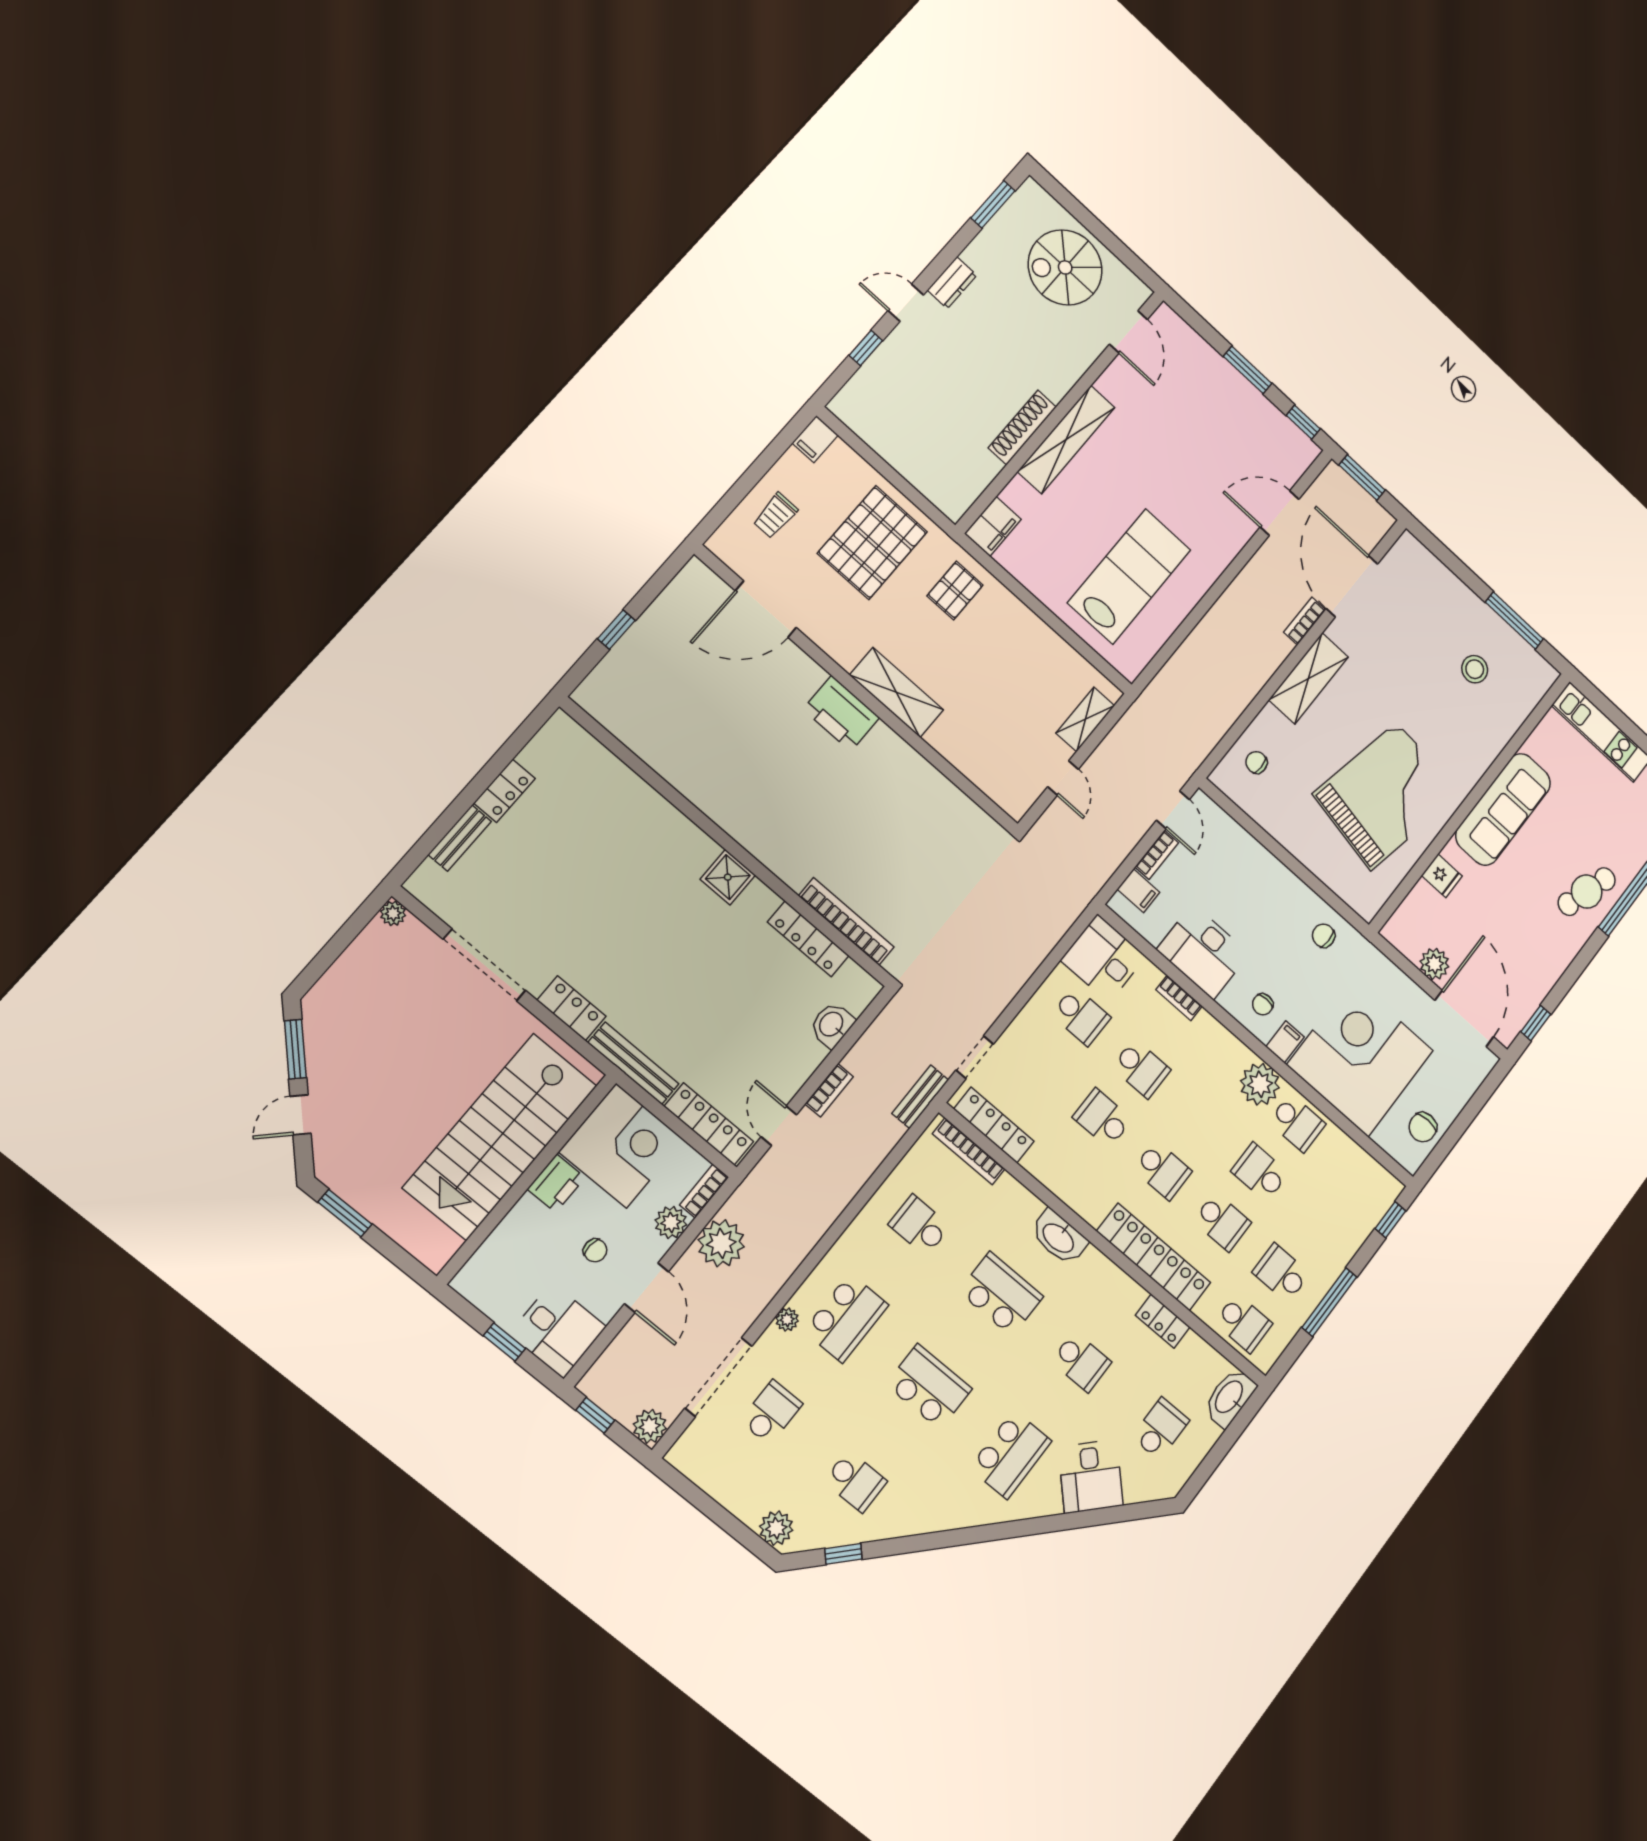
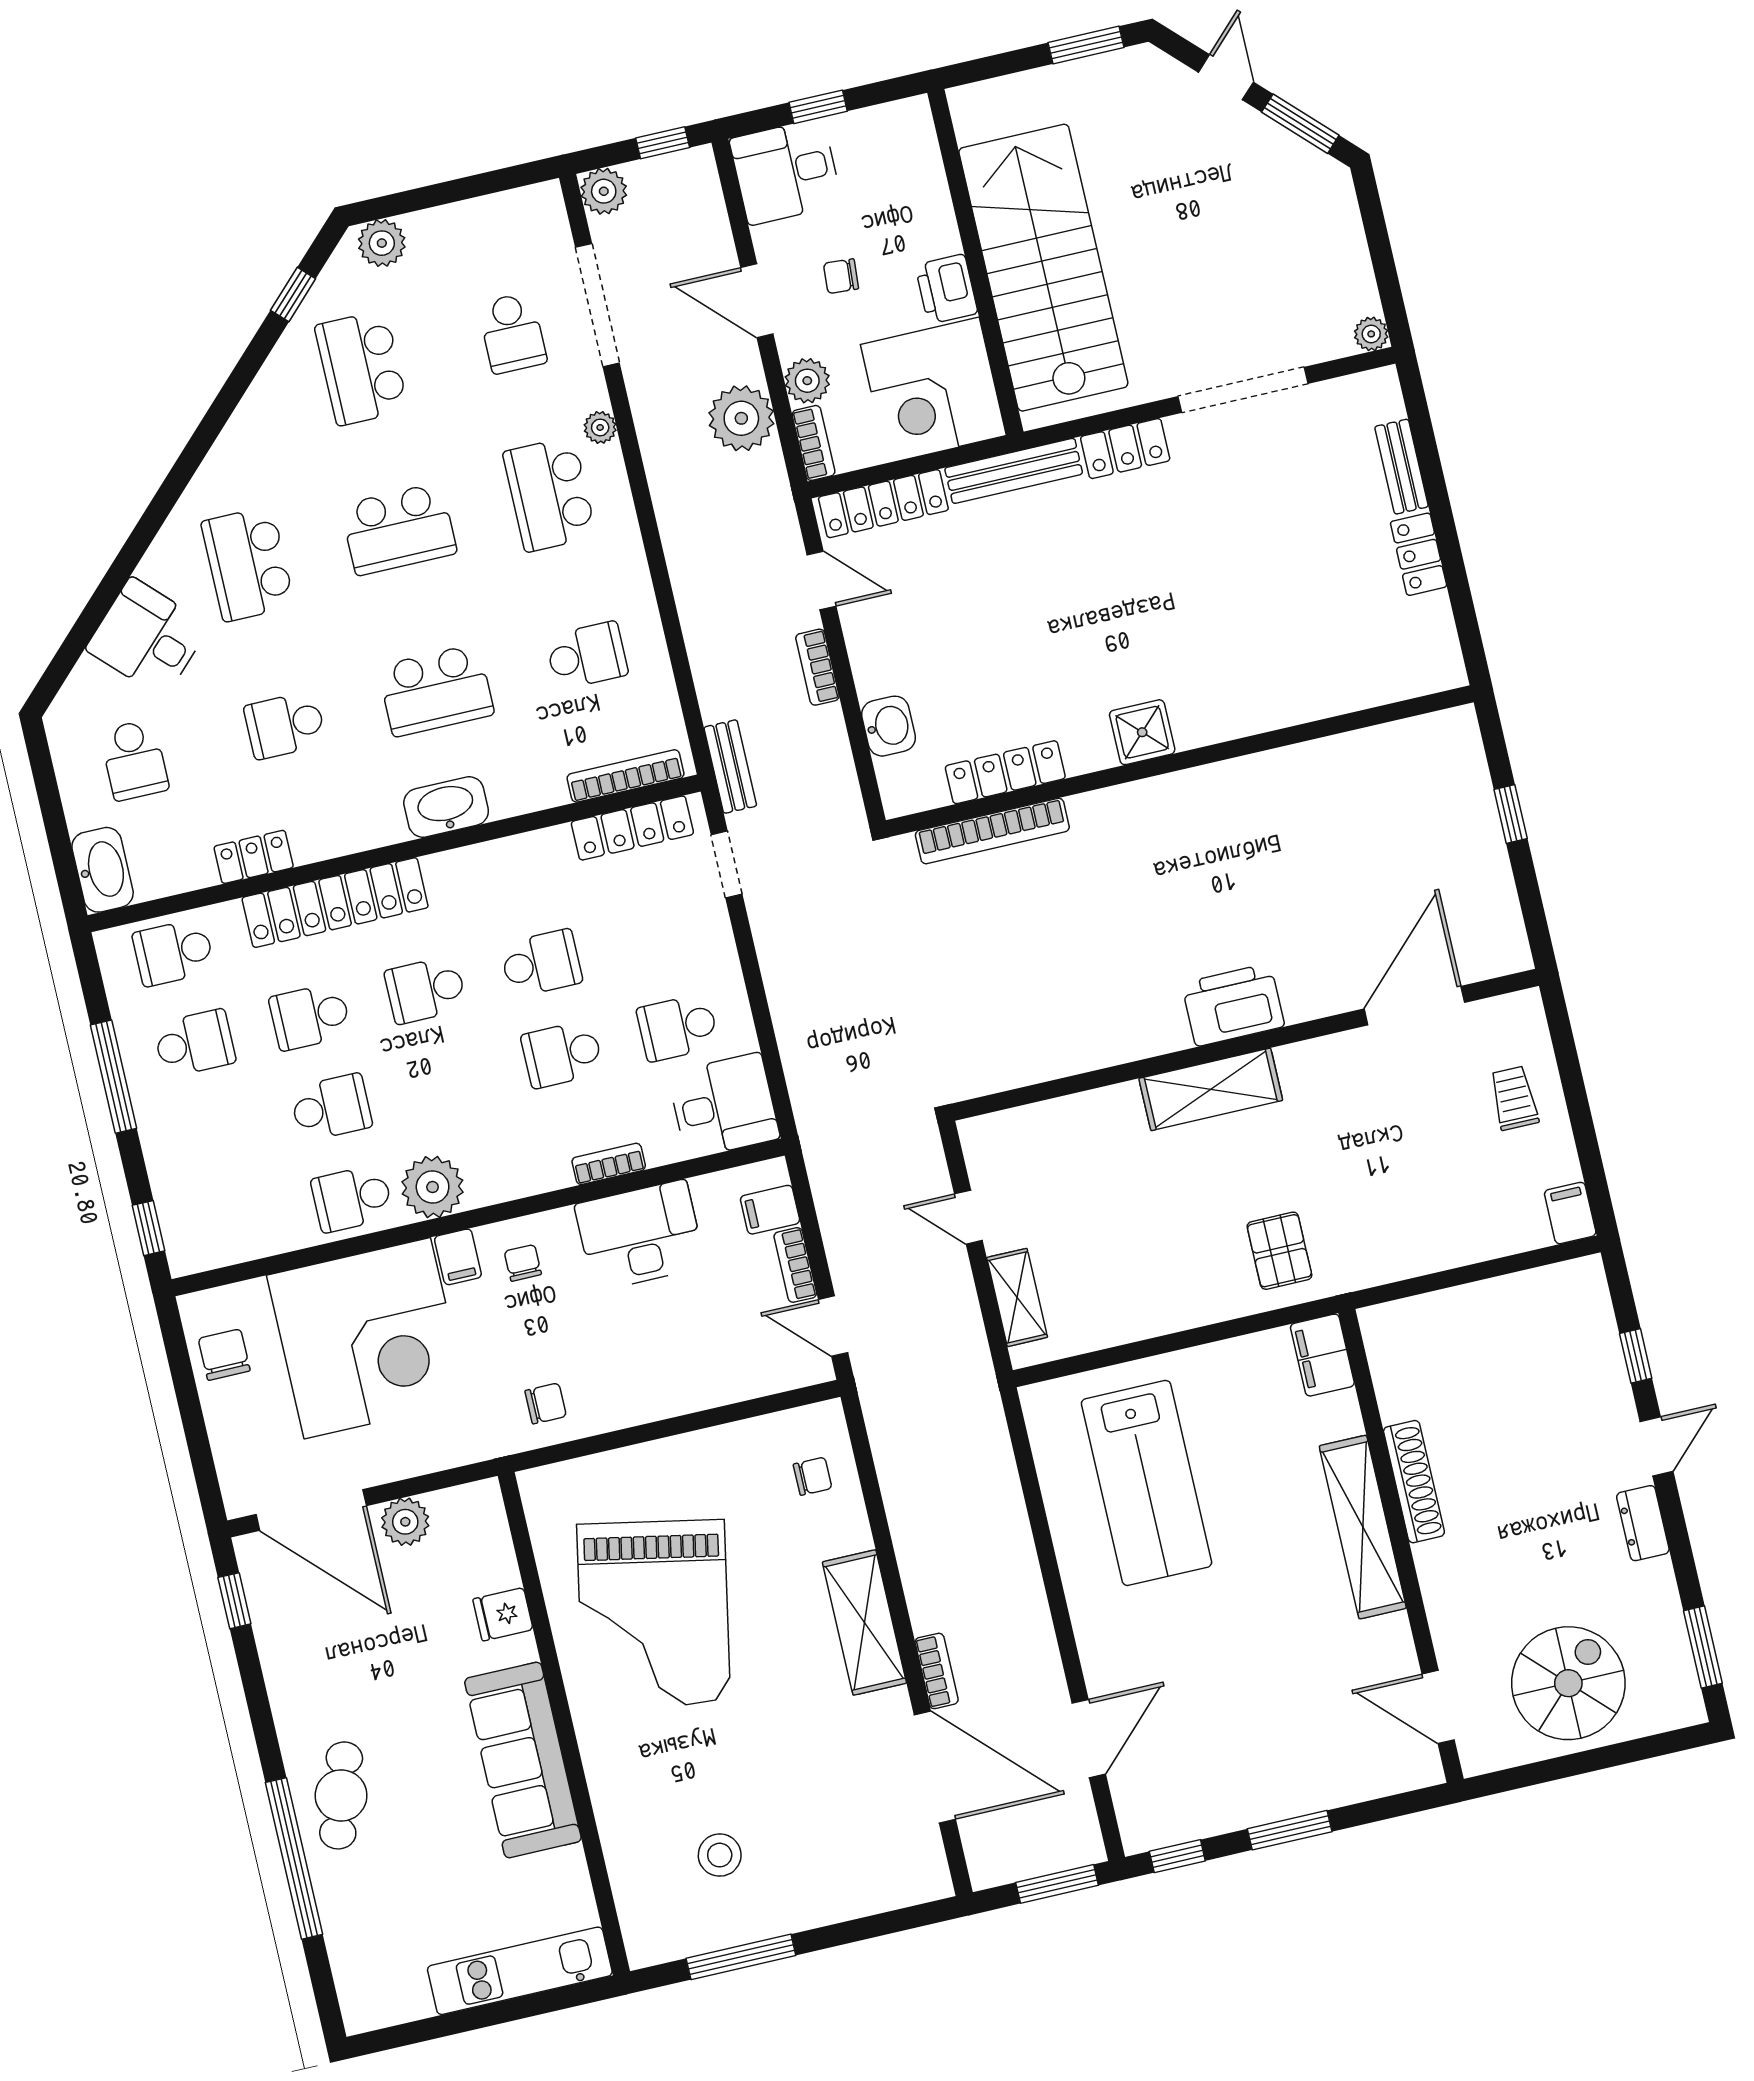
pallet: (872, 543) -> (1404, 1192), removed
school desk: (855, 1481) -> (361, 368), width x1.85

